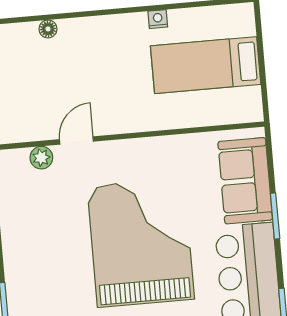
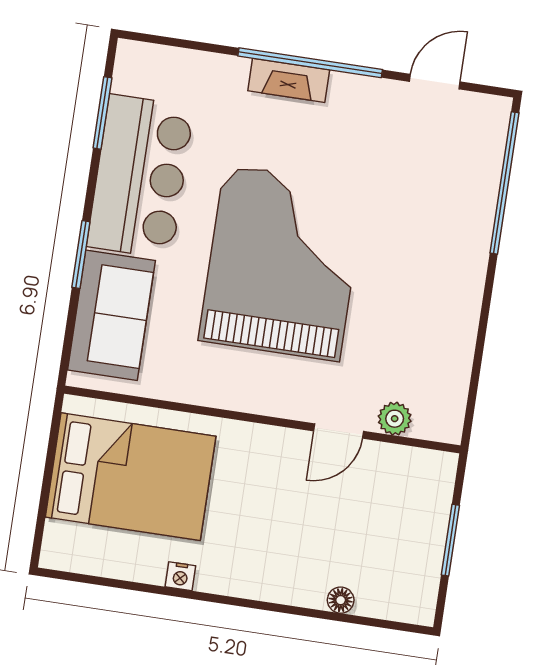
bed: (206, 65) -> (131, 477), width x1.50
grand piano: (141, 243) -> (282, 263), turned 180

